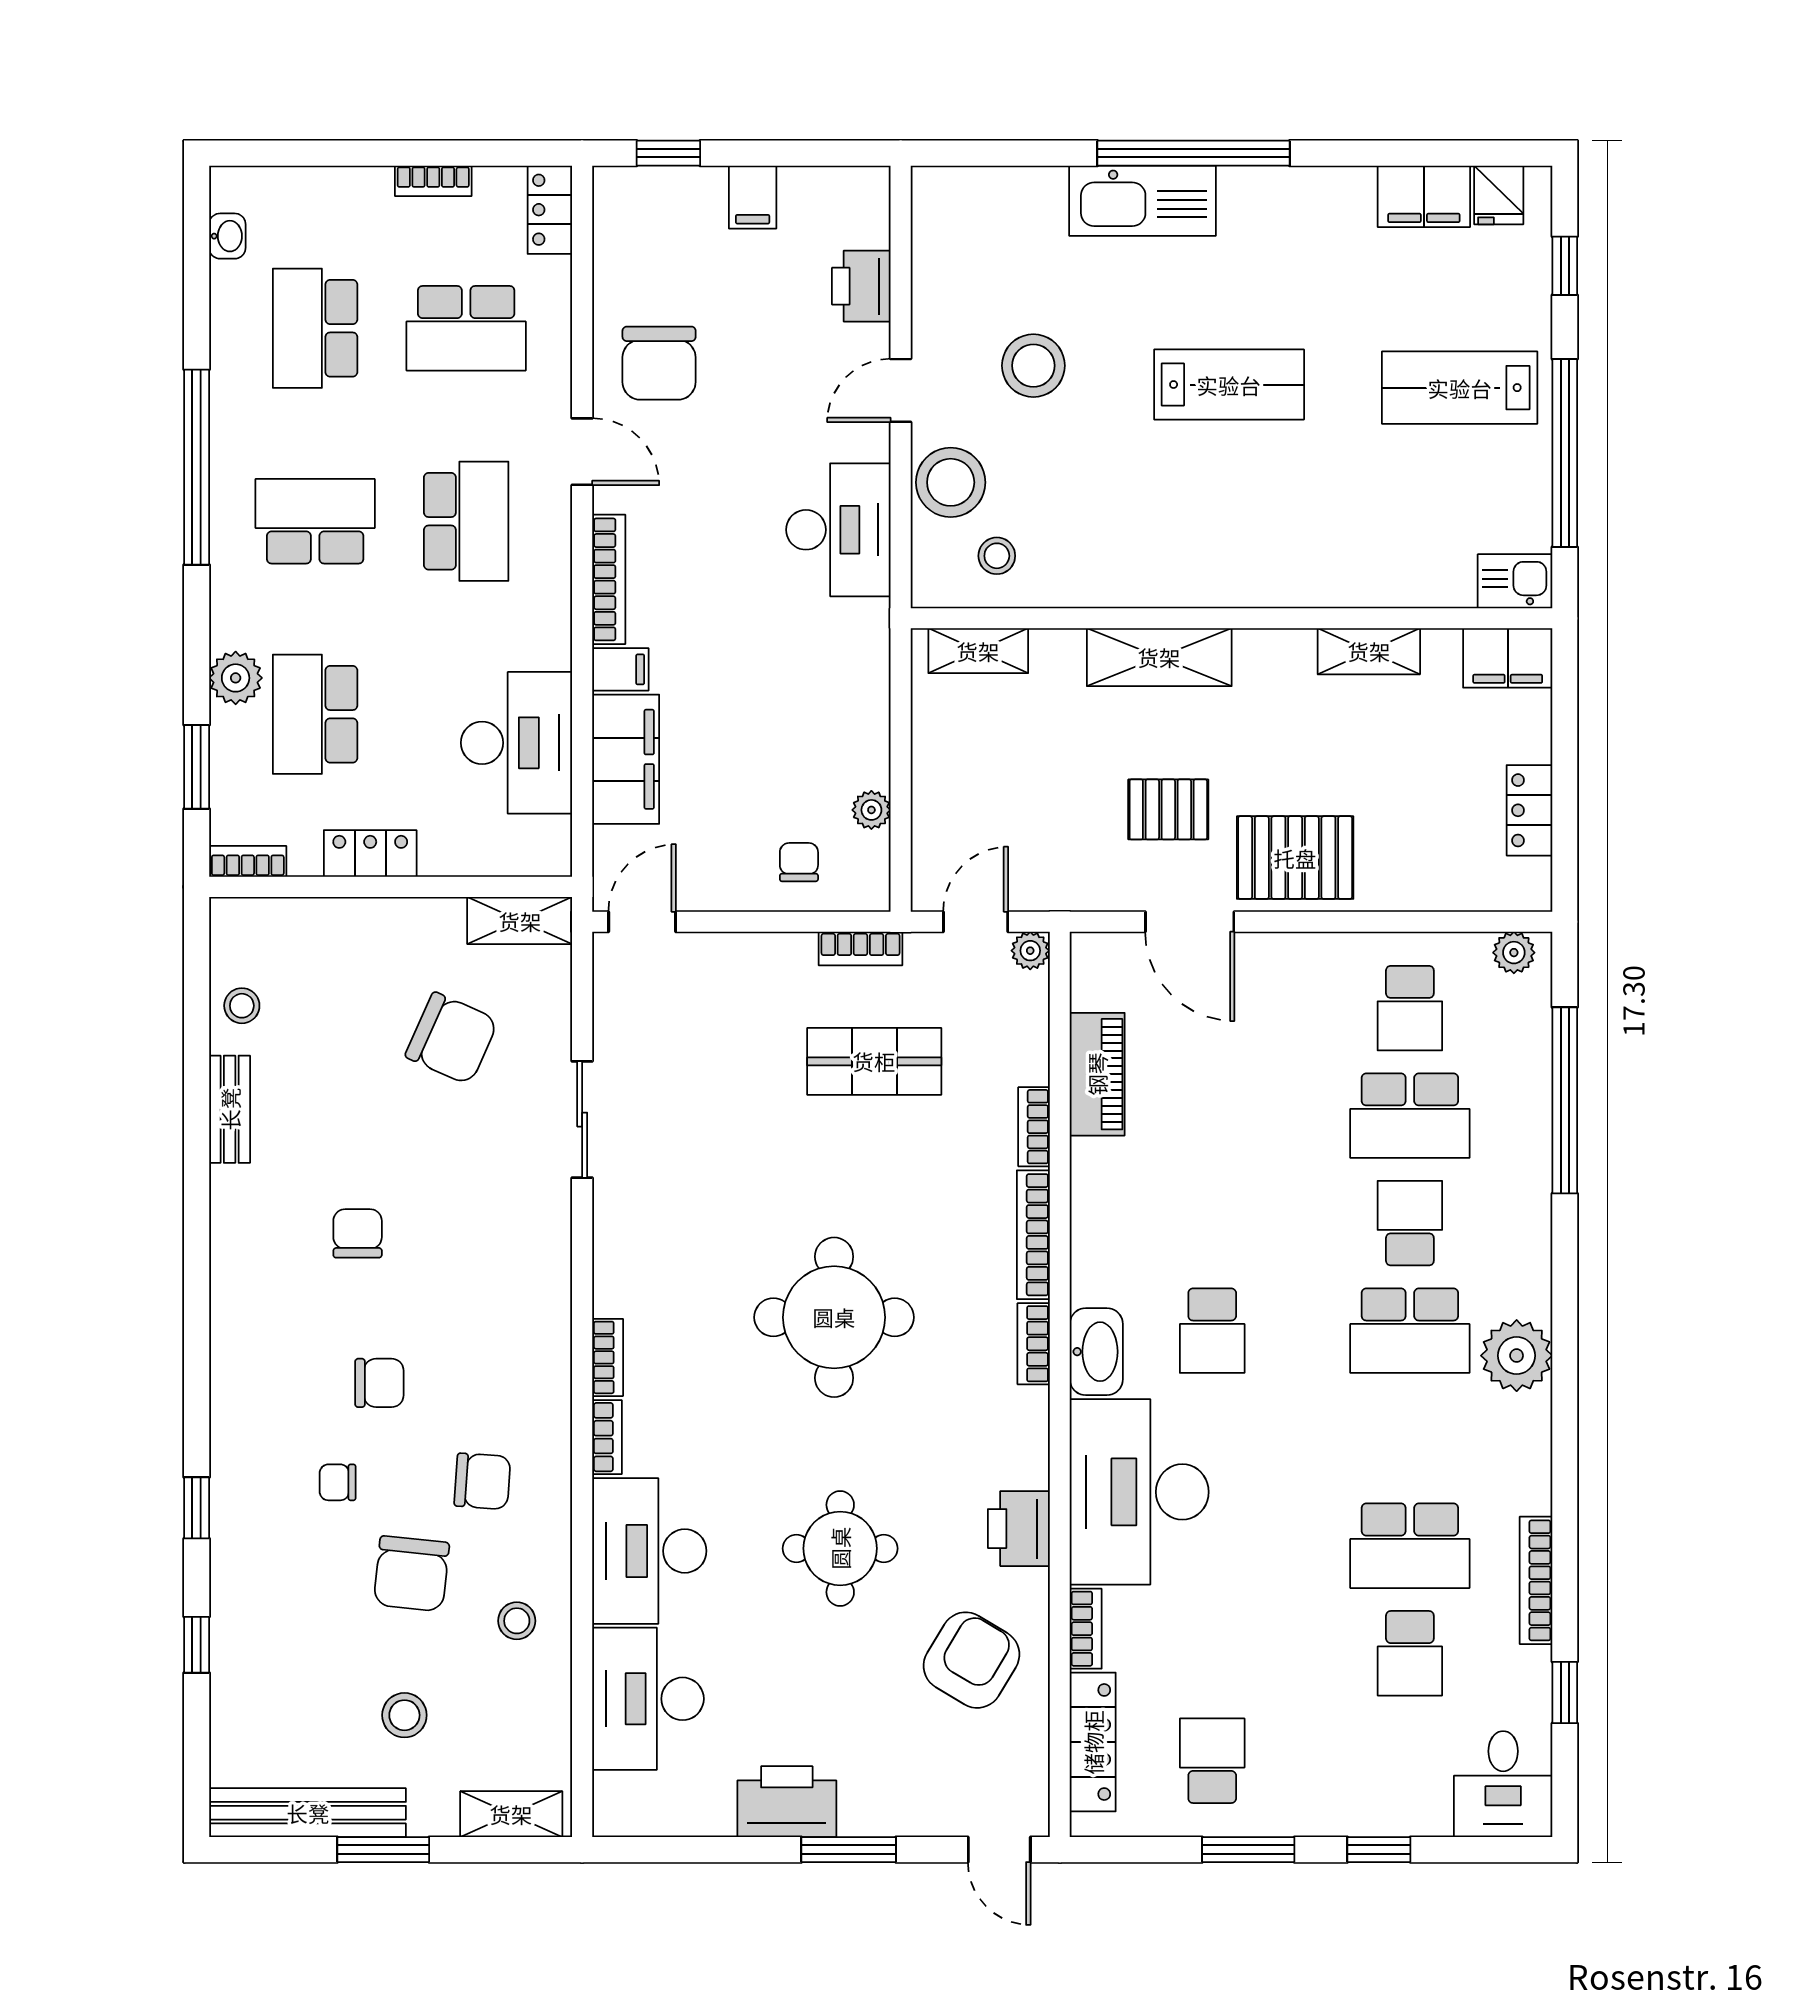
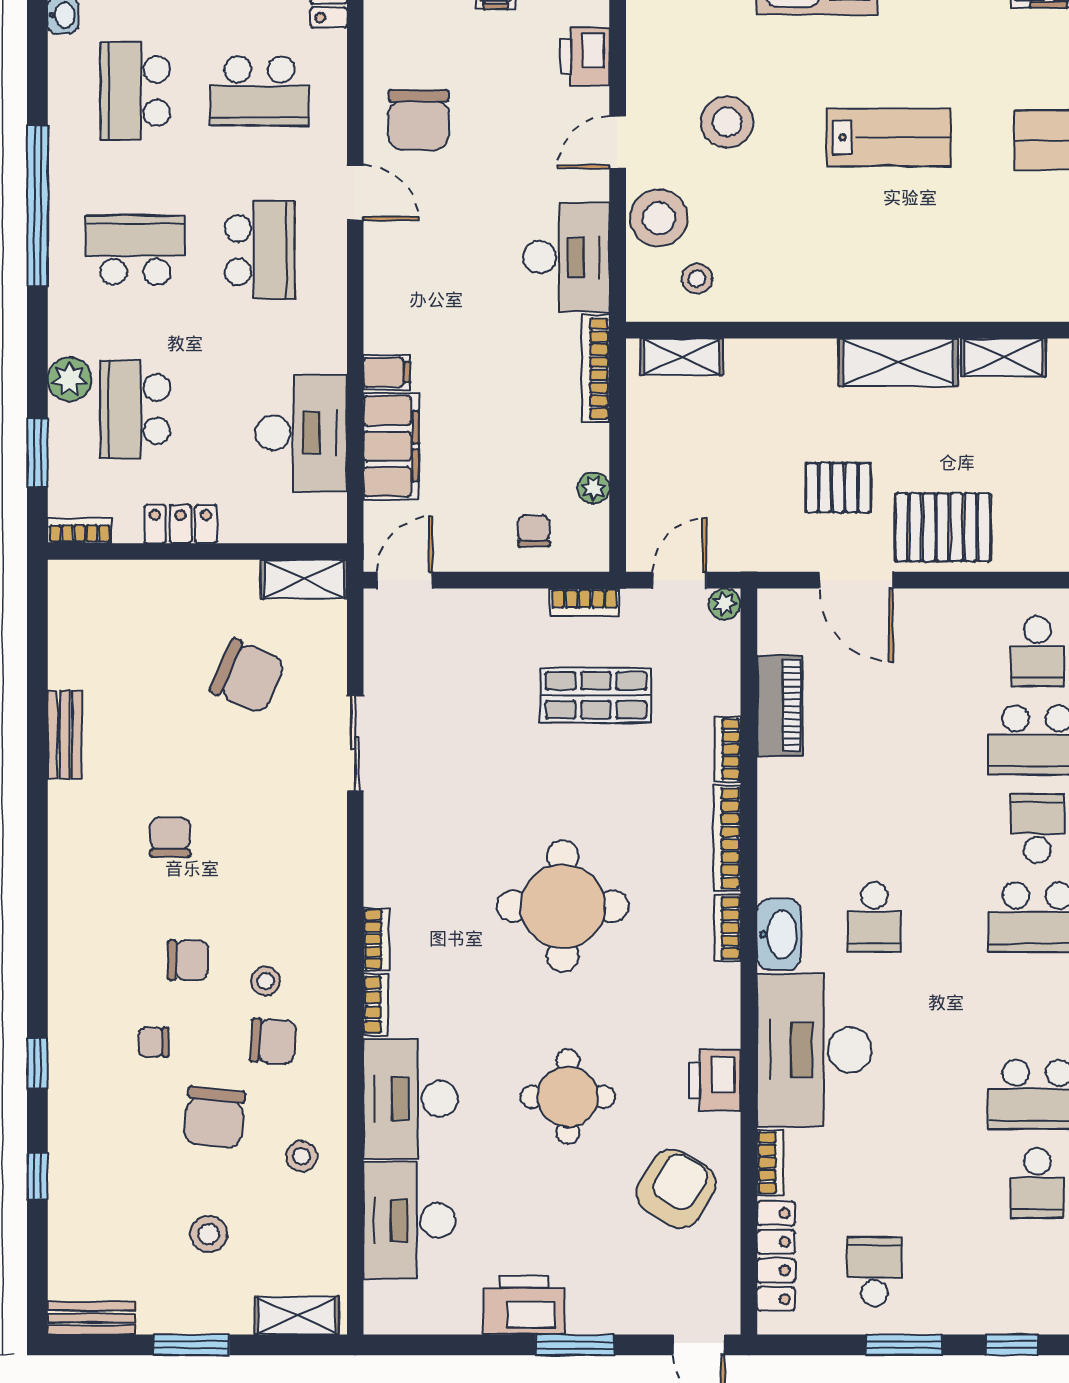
bookcase: (609, 579) -> (596, 369), moved, turned 180
shelving: (1159, 657) -> (898, 362), moved
stool: (242, 1006) -> (266, 981), moved
bench: (308, 1813) -> (91, 1318), width x0.54, depth x0.82

